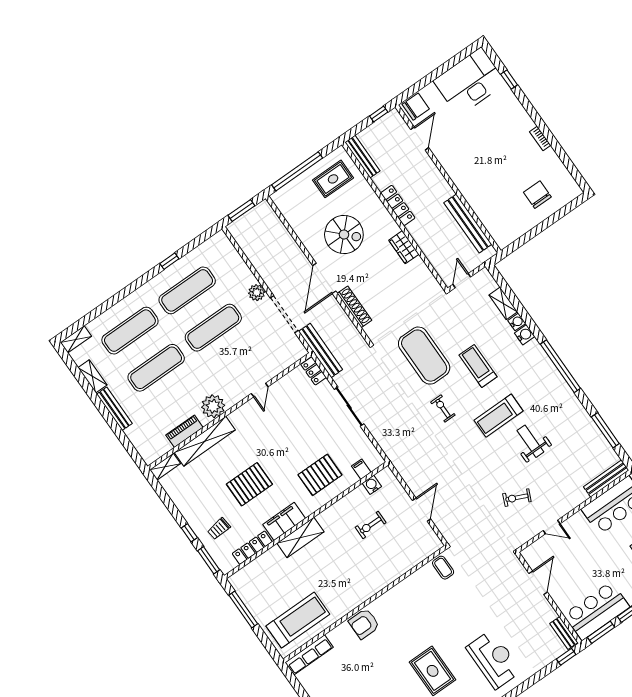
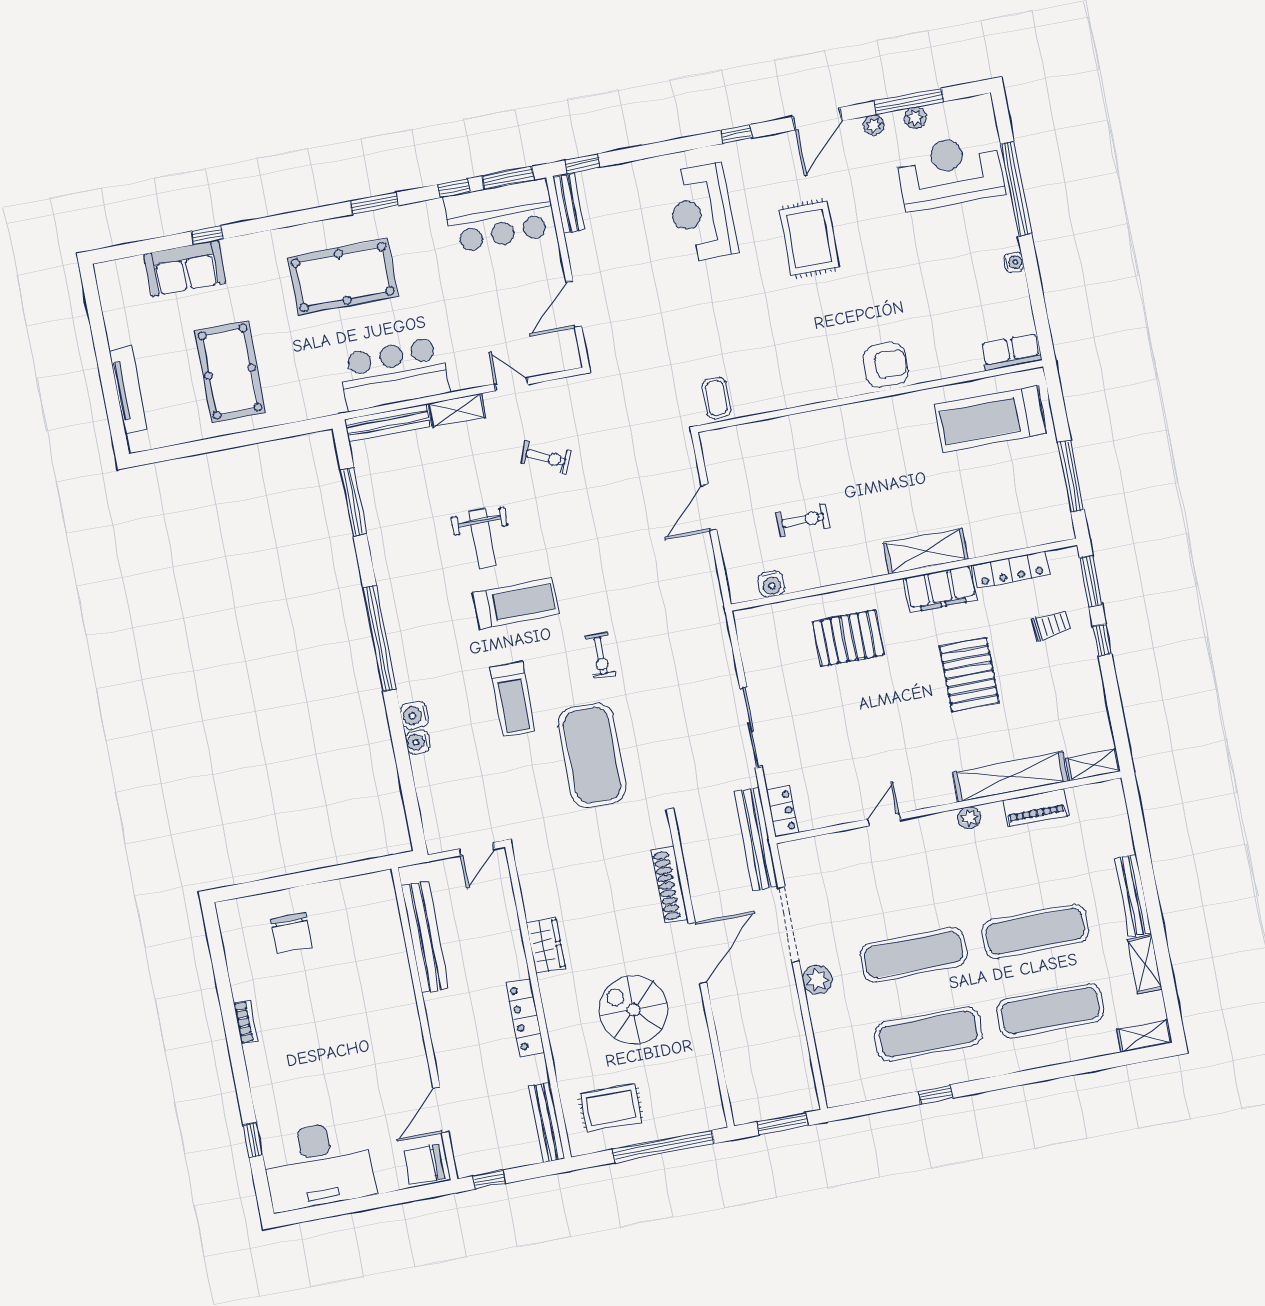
shelving: (503, 303) -> (457, 410), moved, turned 90
plant: (213, 406) -> (969, 818), width x0.53, depth x0.53
filing cabinet: (361, 469) -> (777, 617), removed
pallet: (249, 484) -> (969, 675), turned 90
row of seats: (309, 655) -> (1011, 352), width x0.68

